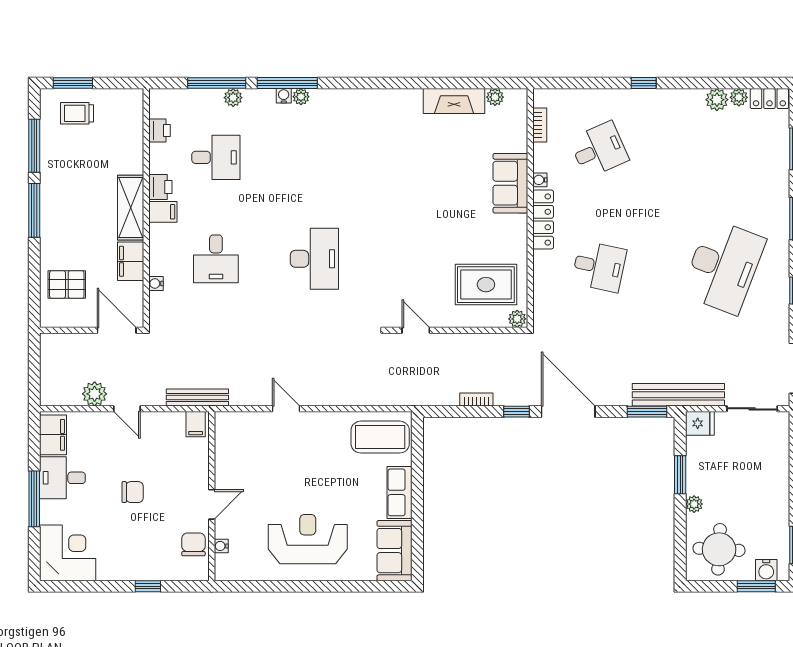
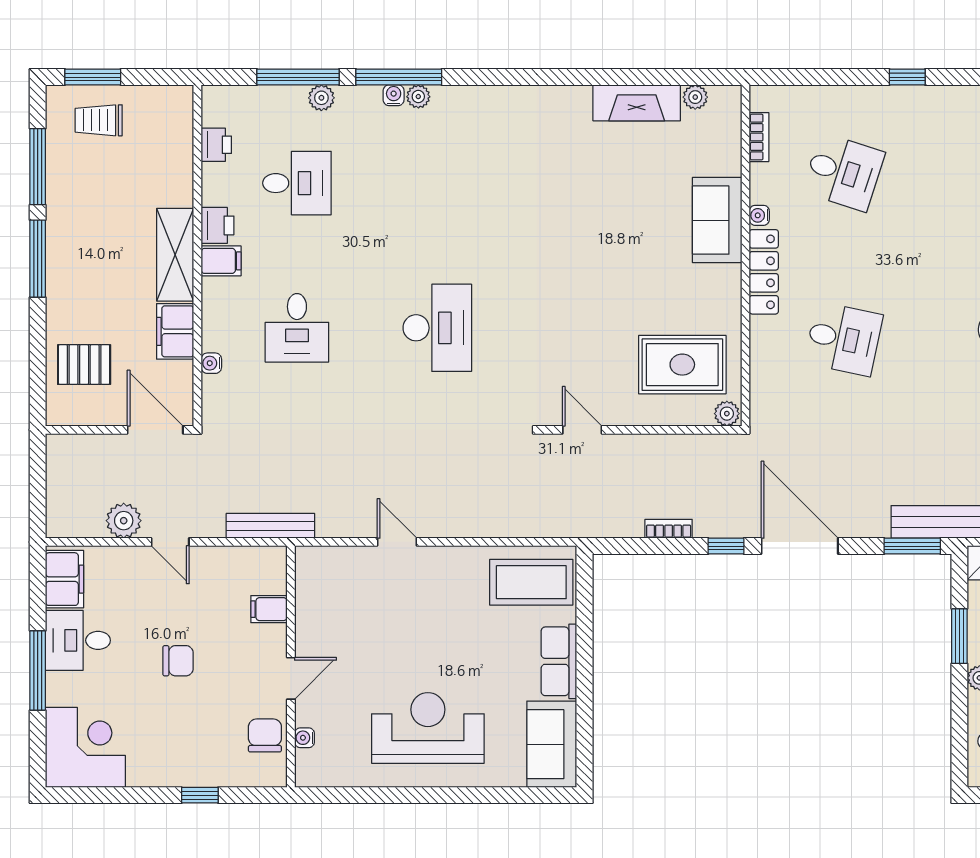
desk: (599, 150) -> (844, 172), turned 42
filing cabinet: (196, 424) -> (269, 609), moved, turned 90

